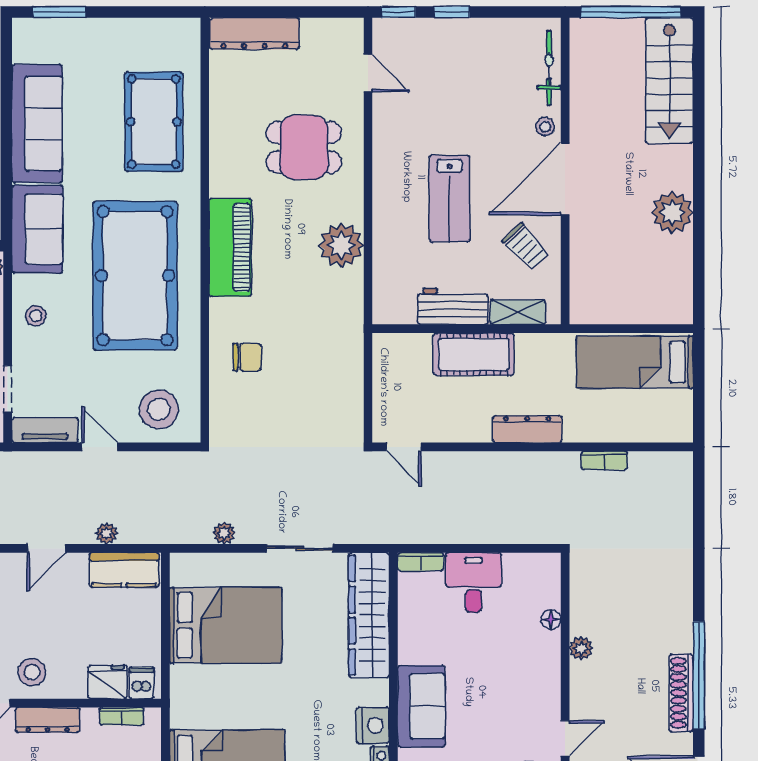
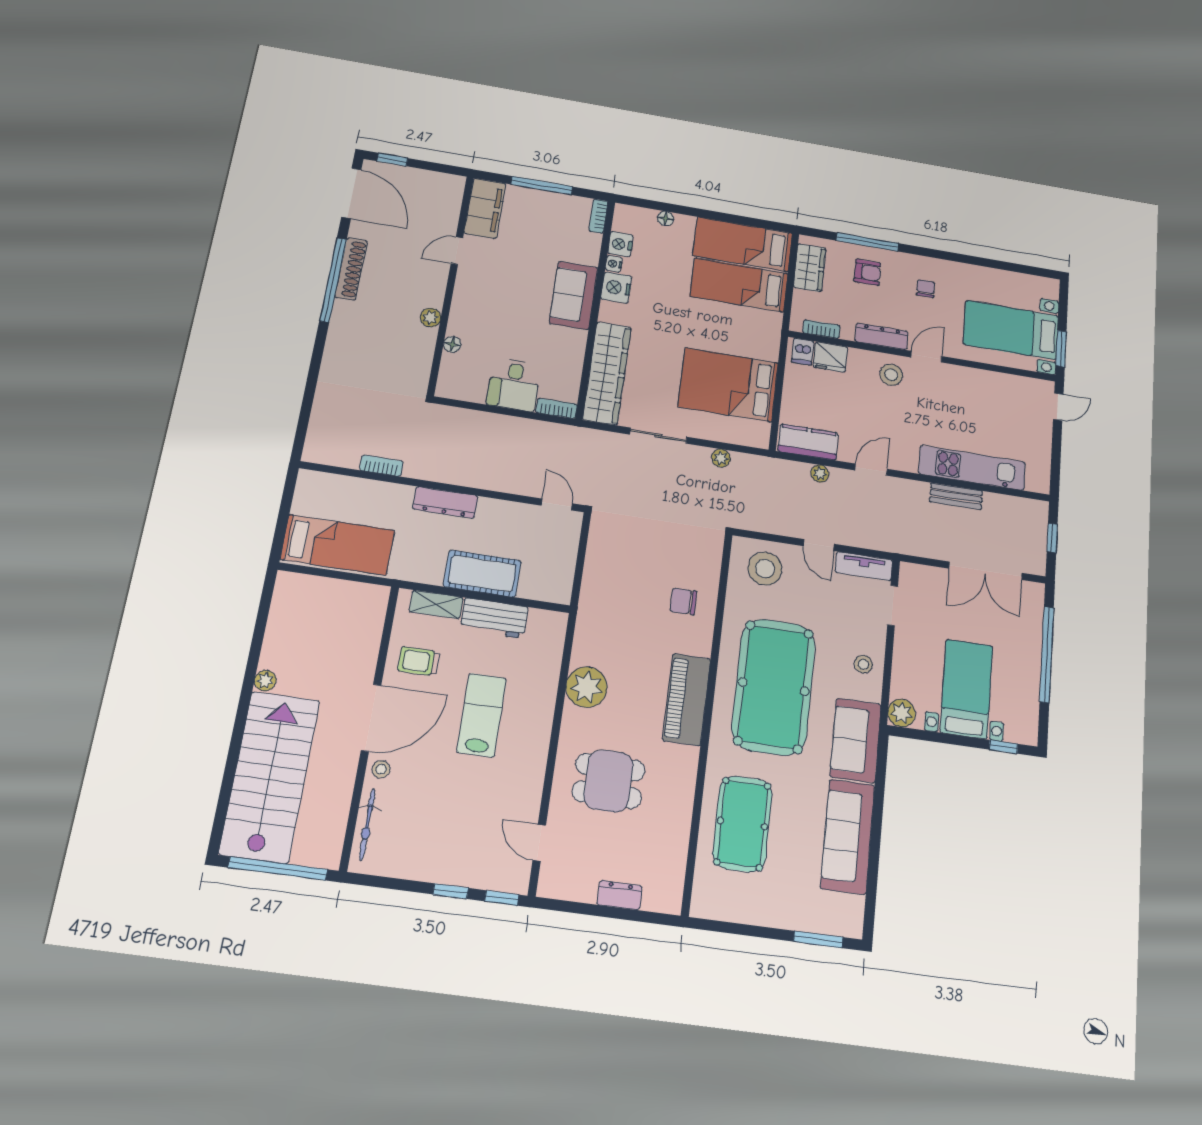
dresser: (254, 34) -> (620, 895), width x0.51, depth x0.80
stairs: (669, 81) -> (270, 777), width x1.36, depth x1.51
plant: (672, 212) -> (265, 681), width x0.53, depth x0.53
trolley: (526, 247) -> (419, 661), turned -47

